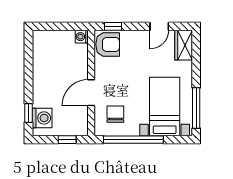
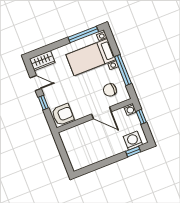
window: (113, 26) -> (43, 103), moved
washing machine: (82, 37) -> (130, 109), moved
armchair: (108, 44) -> (63, 115), turned 90
window: (133, 140) -> (123, 70), width x0.68

